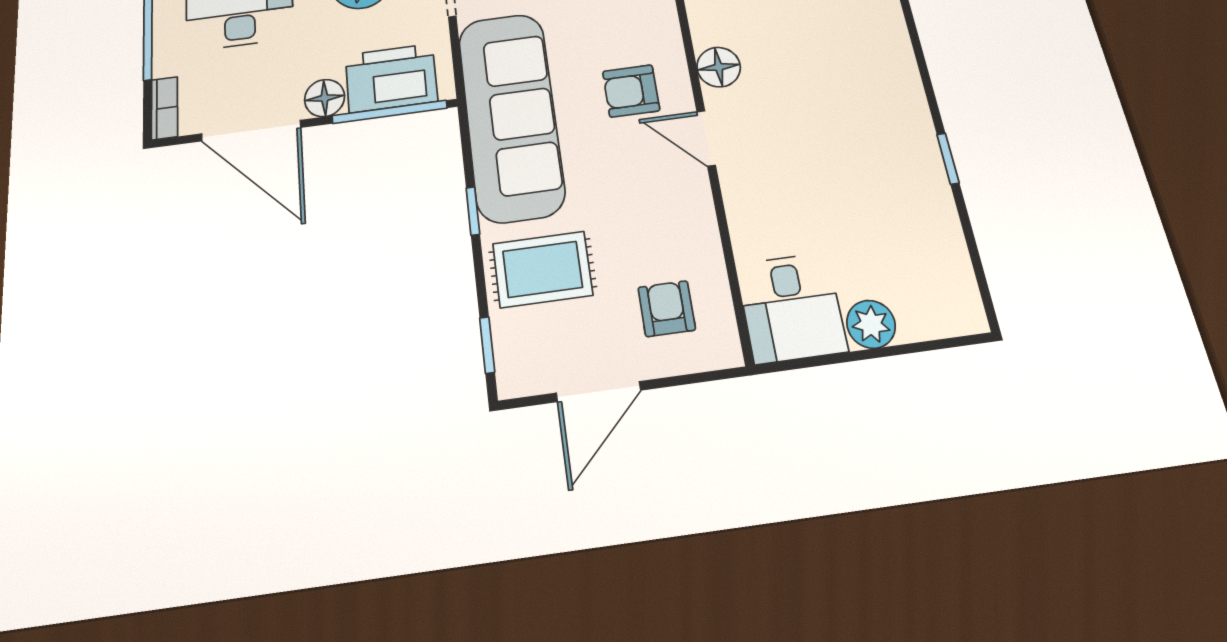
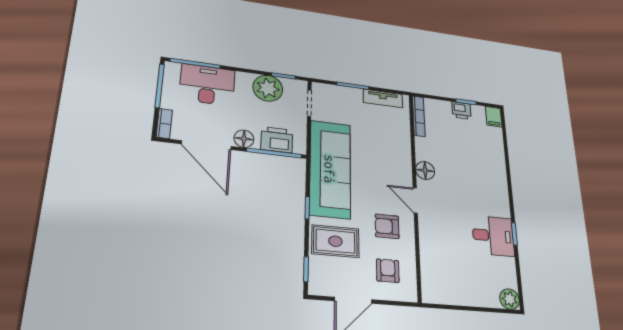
printer: (391, 78) -> (277, 140), width x0.73, depth x0.84
armchair: (631, 91) -> (387, 226), moved
desk: (791, 308) -> (493, 236), moved, turned -90
plant: (871, 324) -> (510, 299), moved

